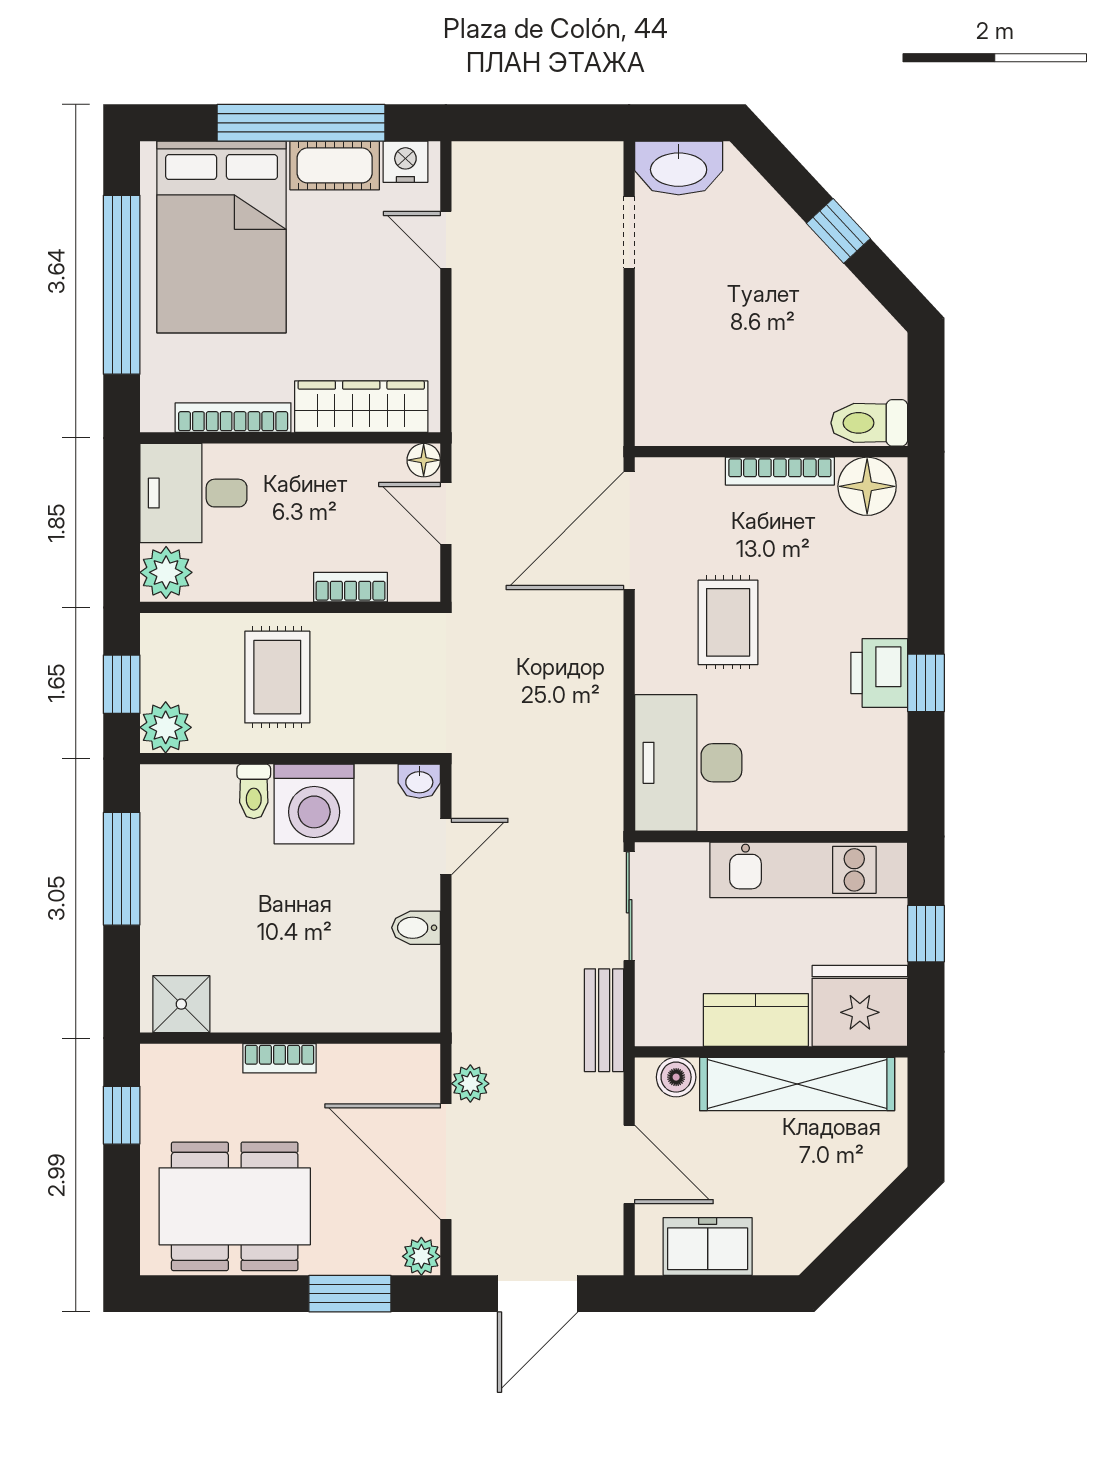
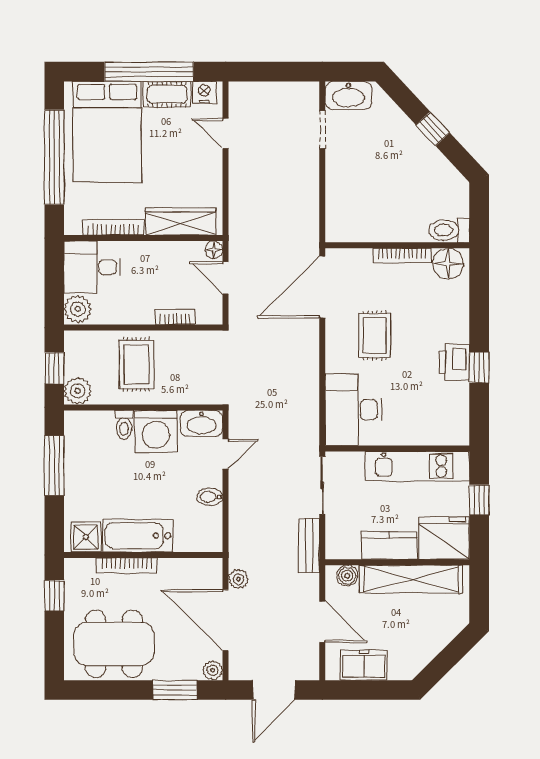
washbasin: (419, 781) -> (201, 423), width x1.91, depth x1.45
bathtub: (280, 1001) -> (138, 536), added
bookcase: (279, 1058) -> (127, 566), width x1.56

